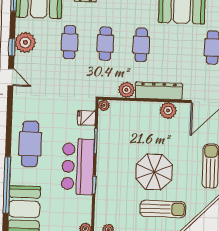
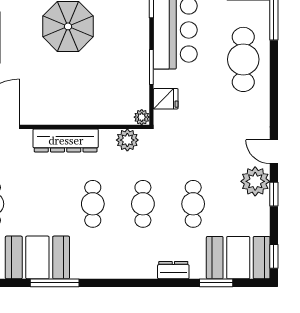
plant: (25, 42) -> (255, 181), moved
plant: (127, 90) -> (127, 140), moved
plant: (168, 110) -> (52, 113), removed

